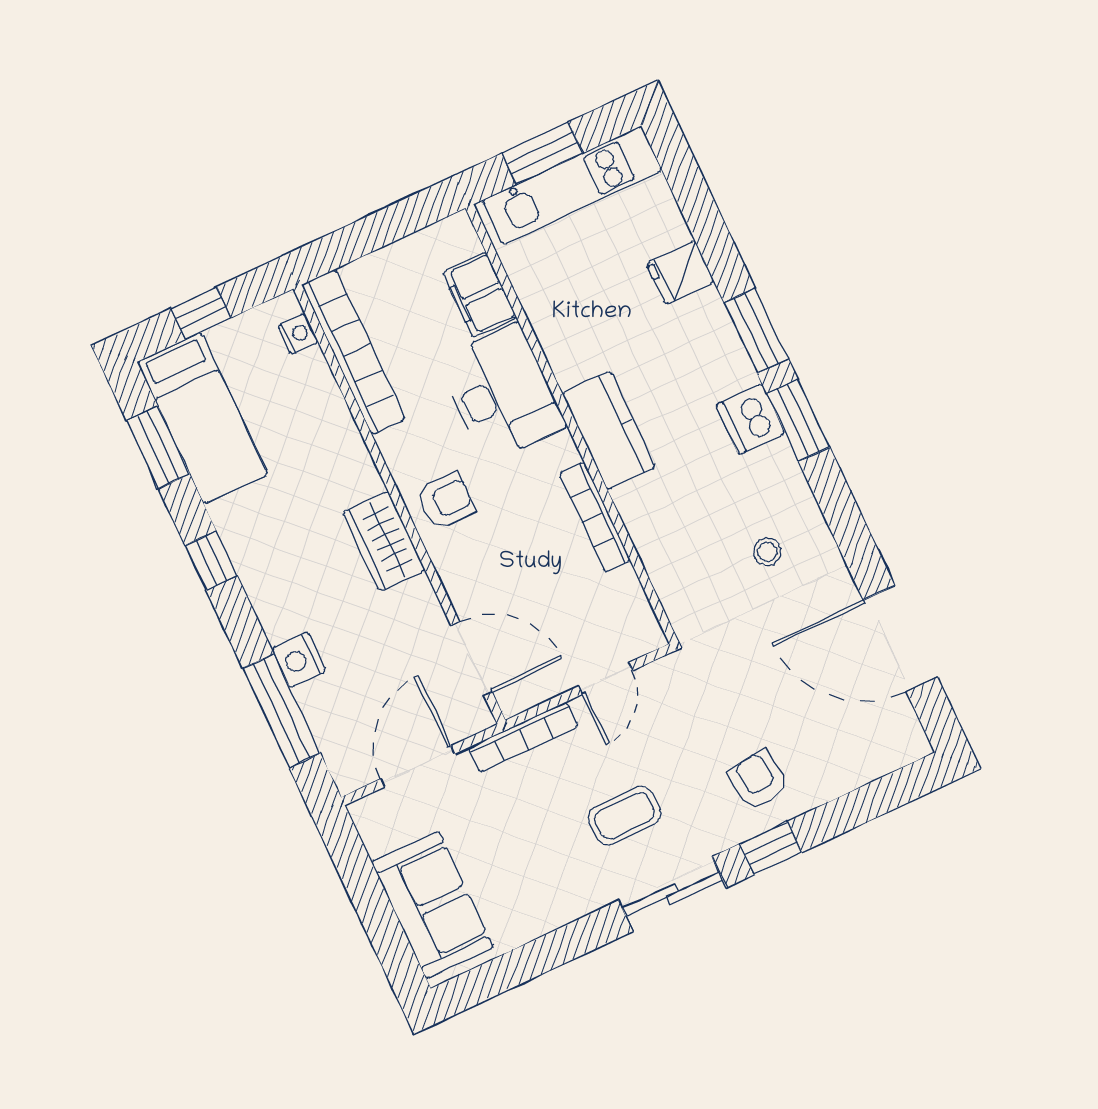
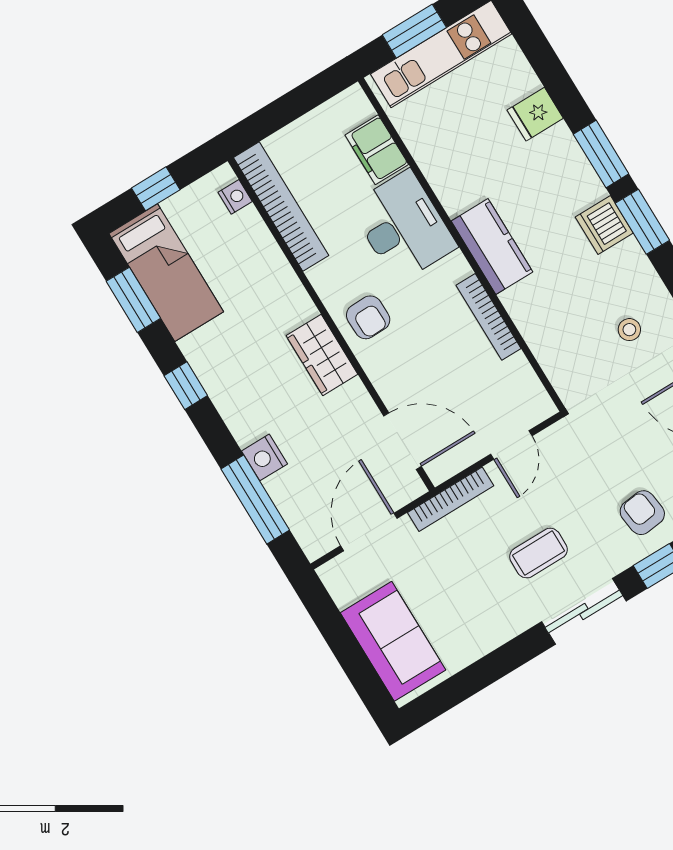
armchair: (446, 501) -> (368, 317), turned 89

